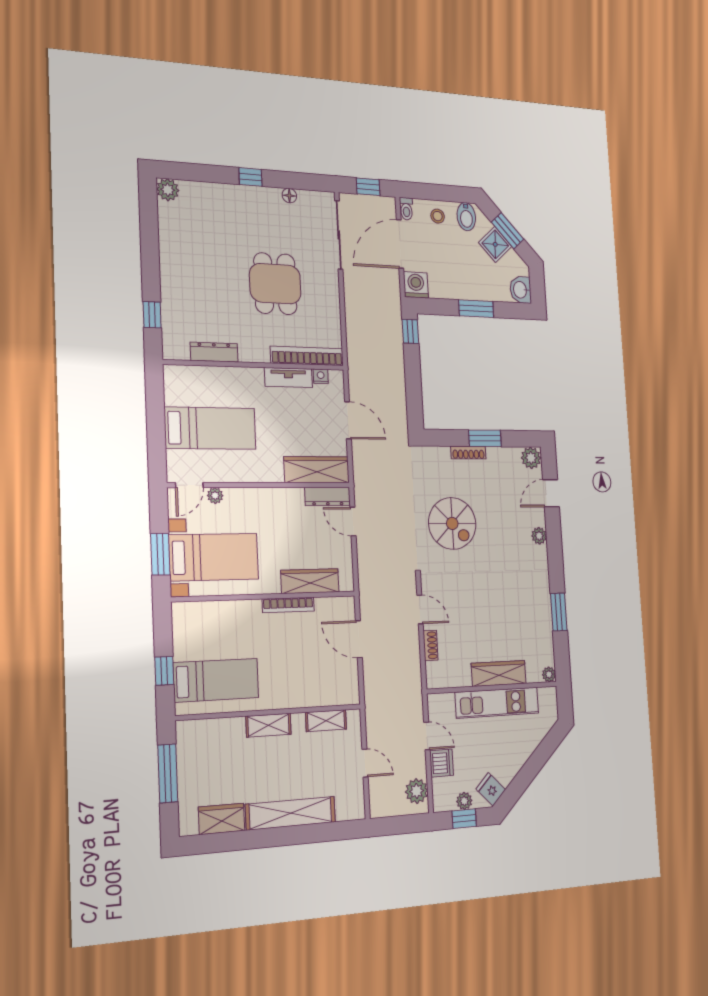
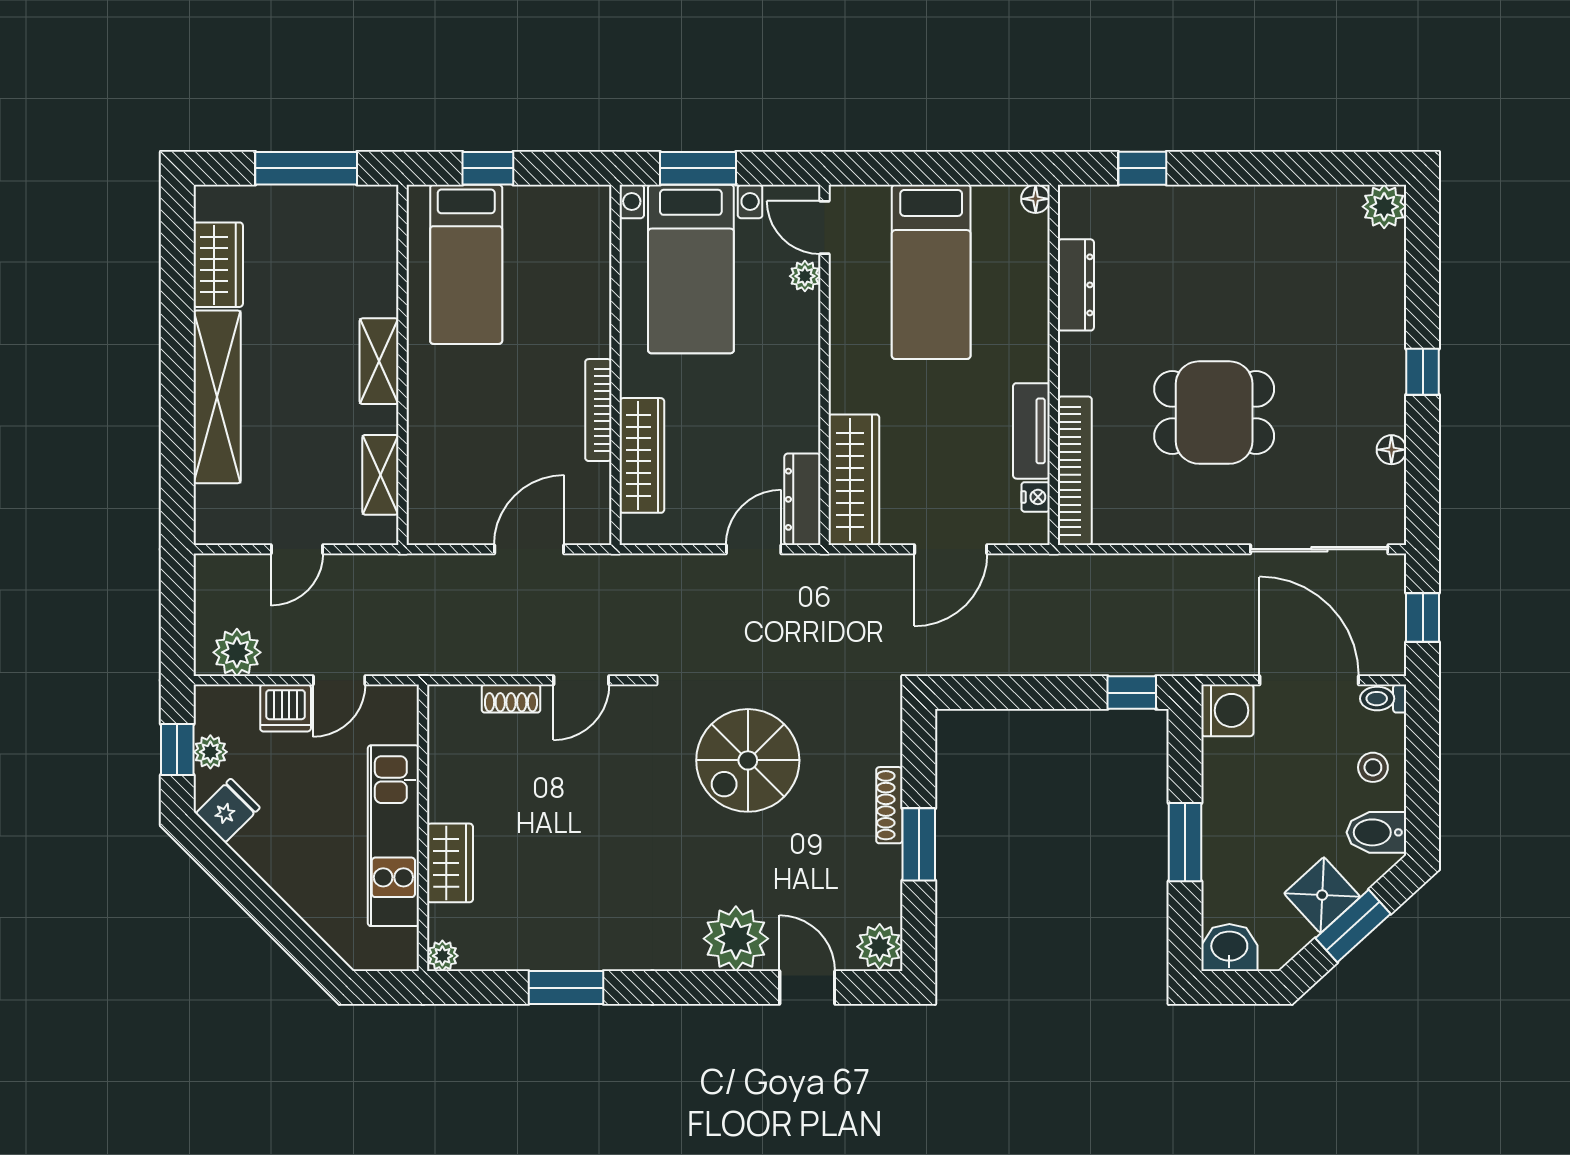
floor lamp: (170, 372) -> (1036, 199), added
plant: (539, 536) -> (736, 939), width x1.87, depth x1.87
wardrobe: (499, 673) -> (450, 863), width x0.67

